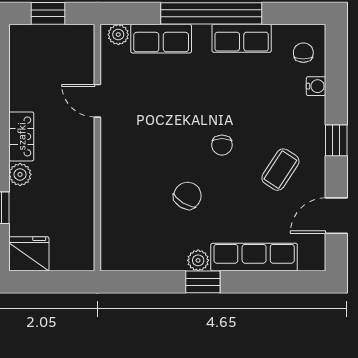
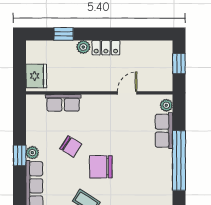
row of seats: (242, 38) -> (63, 103), moved, turned -90
chair: (222, 145) -> (101, 167), width x1.87, depth x1.87
fridge: (29, 254) -> (36, 76), moved

